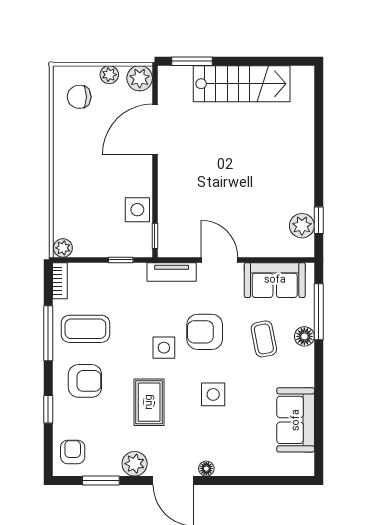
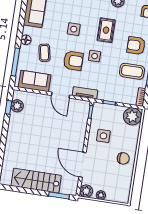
chair: (79, 97) -> (123, 158), moved
door: (155, 129) -> (82, 165), swing flipped
side table: (137, 210) -> (103, 136), moved
plant: (63, 248) -> (132, 116), width x1.88, depth x1.88
floor lamp: (304, 336) -> (26, 40), moved

